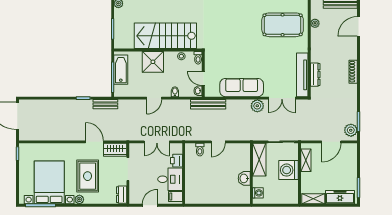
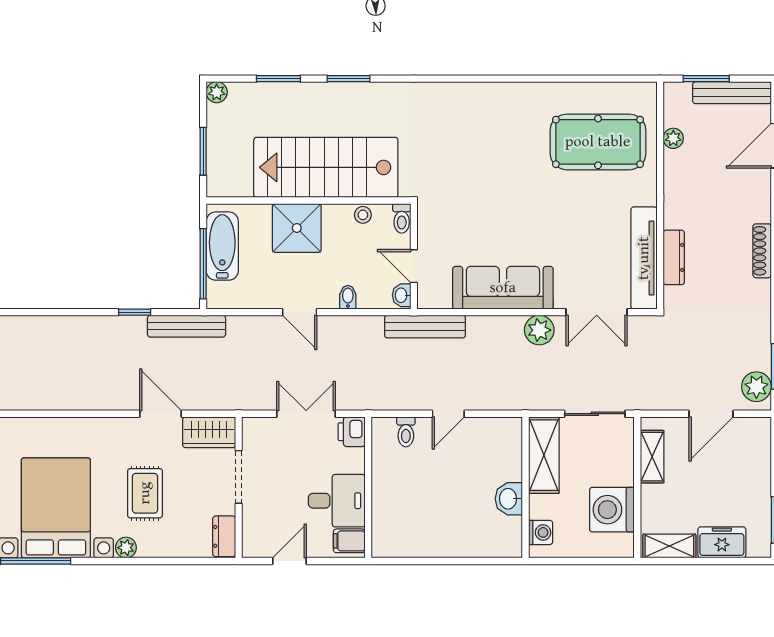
door: (154, 98) -> (300, 312), hinge flipped
bench: (105, 104) -> (187, 326), width x1.36
double door: (157, 142) -> (306, 414), swing flipped
printer: (176, 161) -> (352, 432), moved
washing machine: (289, 170) -> (612, 510), moved
rug: (88, 176) -> (145, 493), width x0.73, depth x0.70
freezer: (340, 197) -> (722, 542), width x0.71

